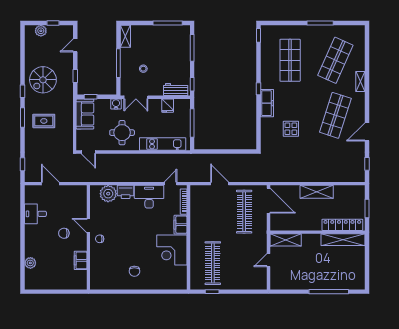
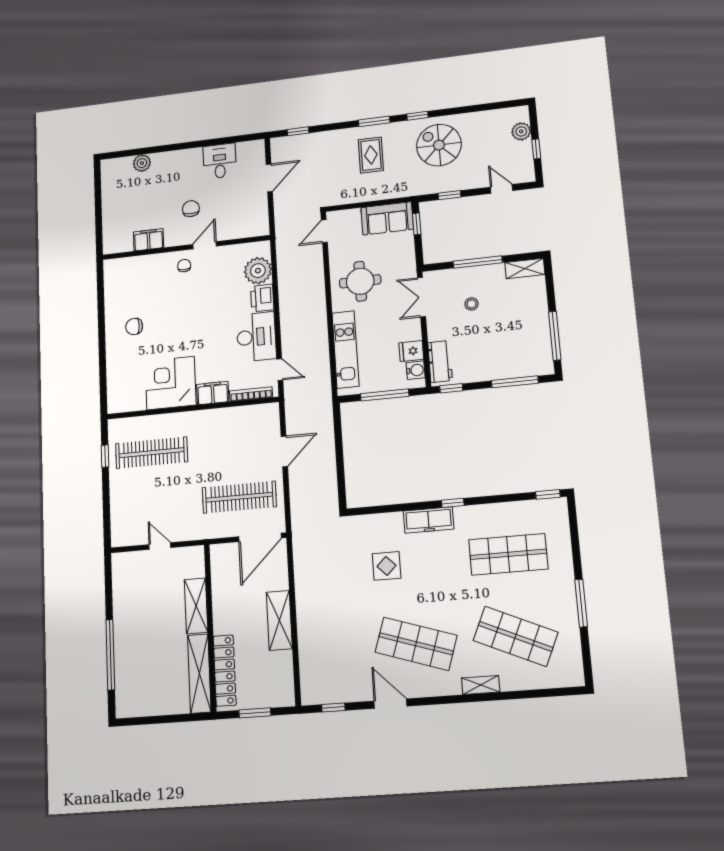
water cooler: (116, 104) -> (416, 370), moved
shelving: (286, 240) -> (196, 606), moved

